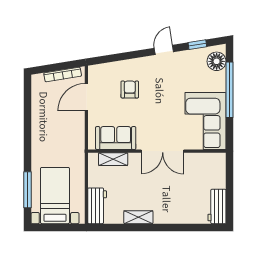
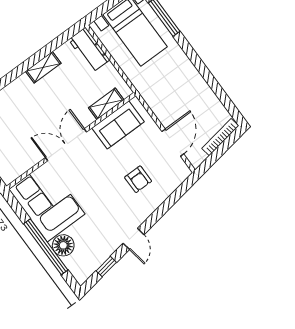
floor lamp: (217, 61) -> (63, 245), moved
bookcase: (63, 74) -> (220, 137), moved

